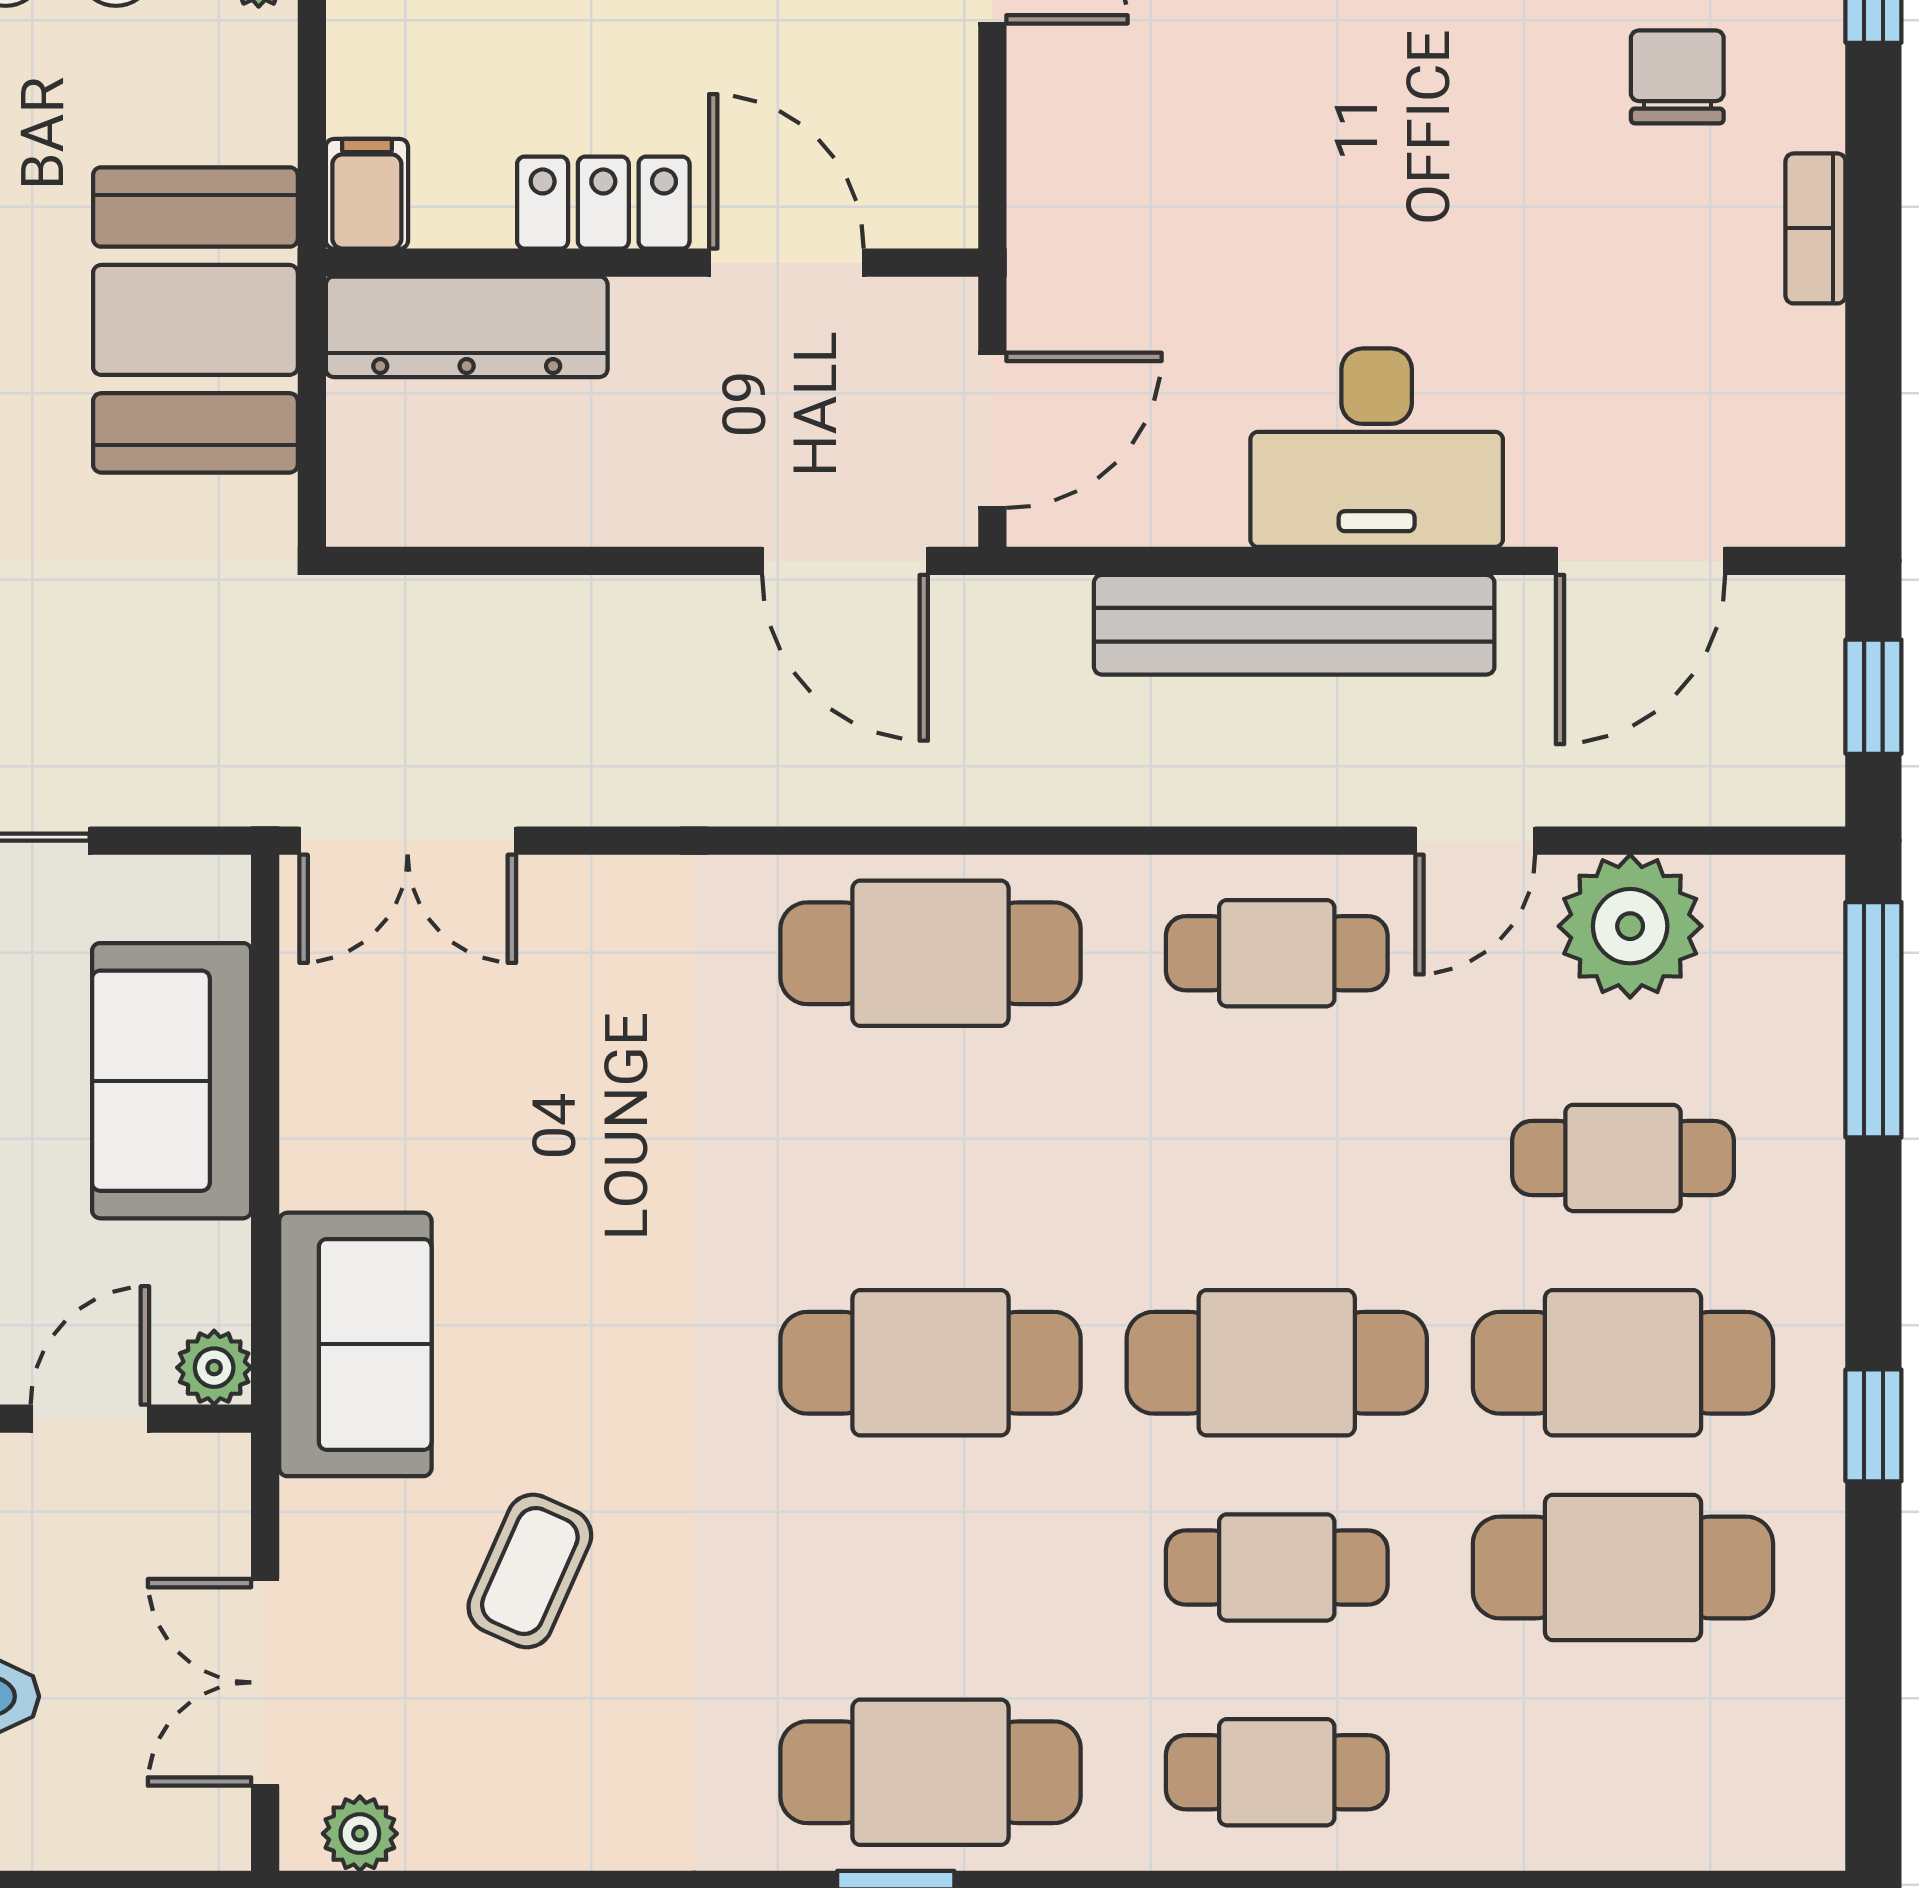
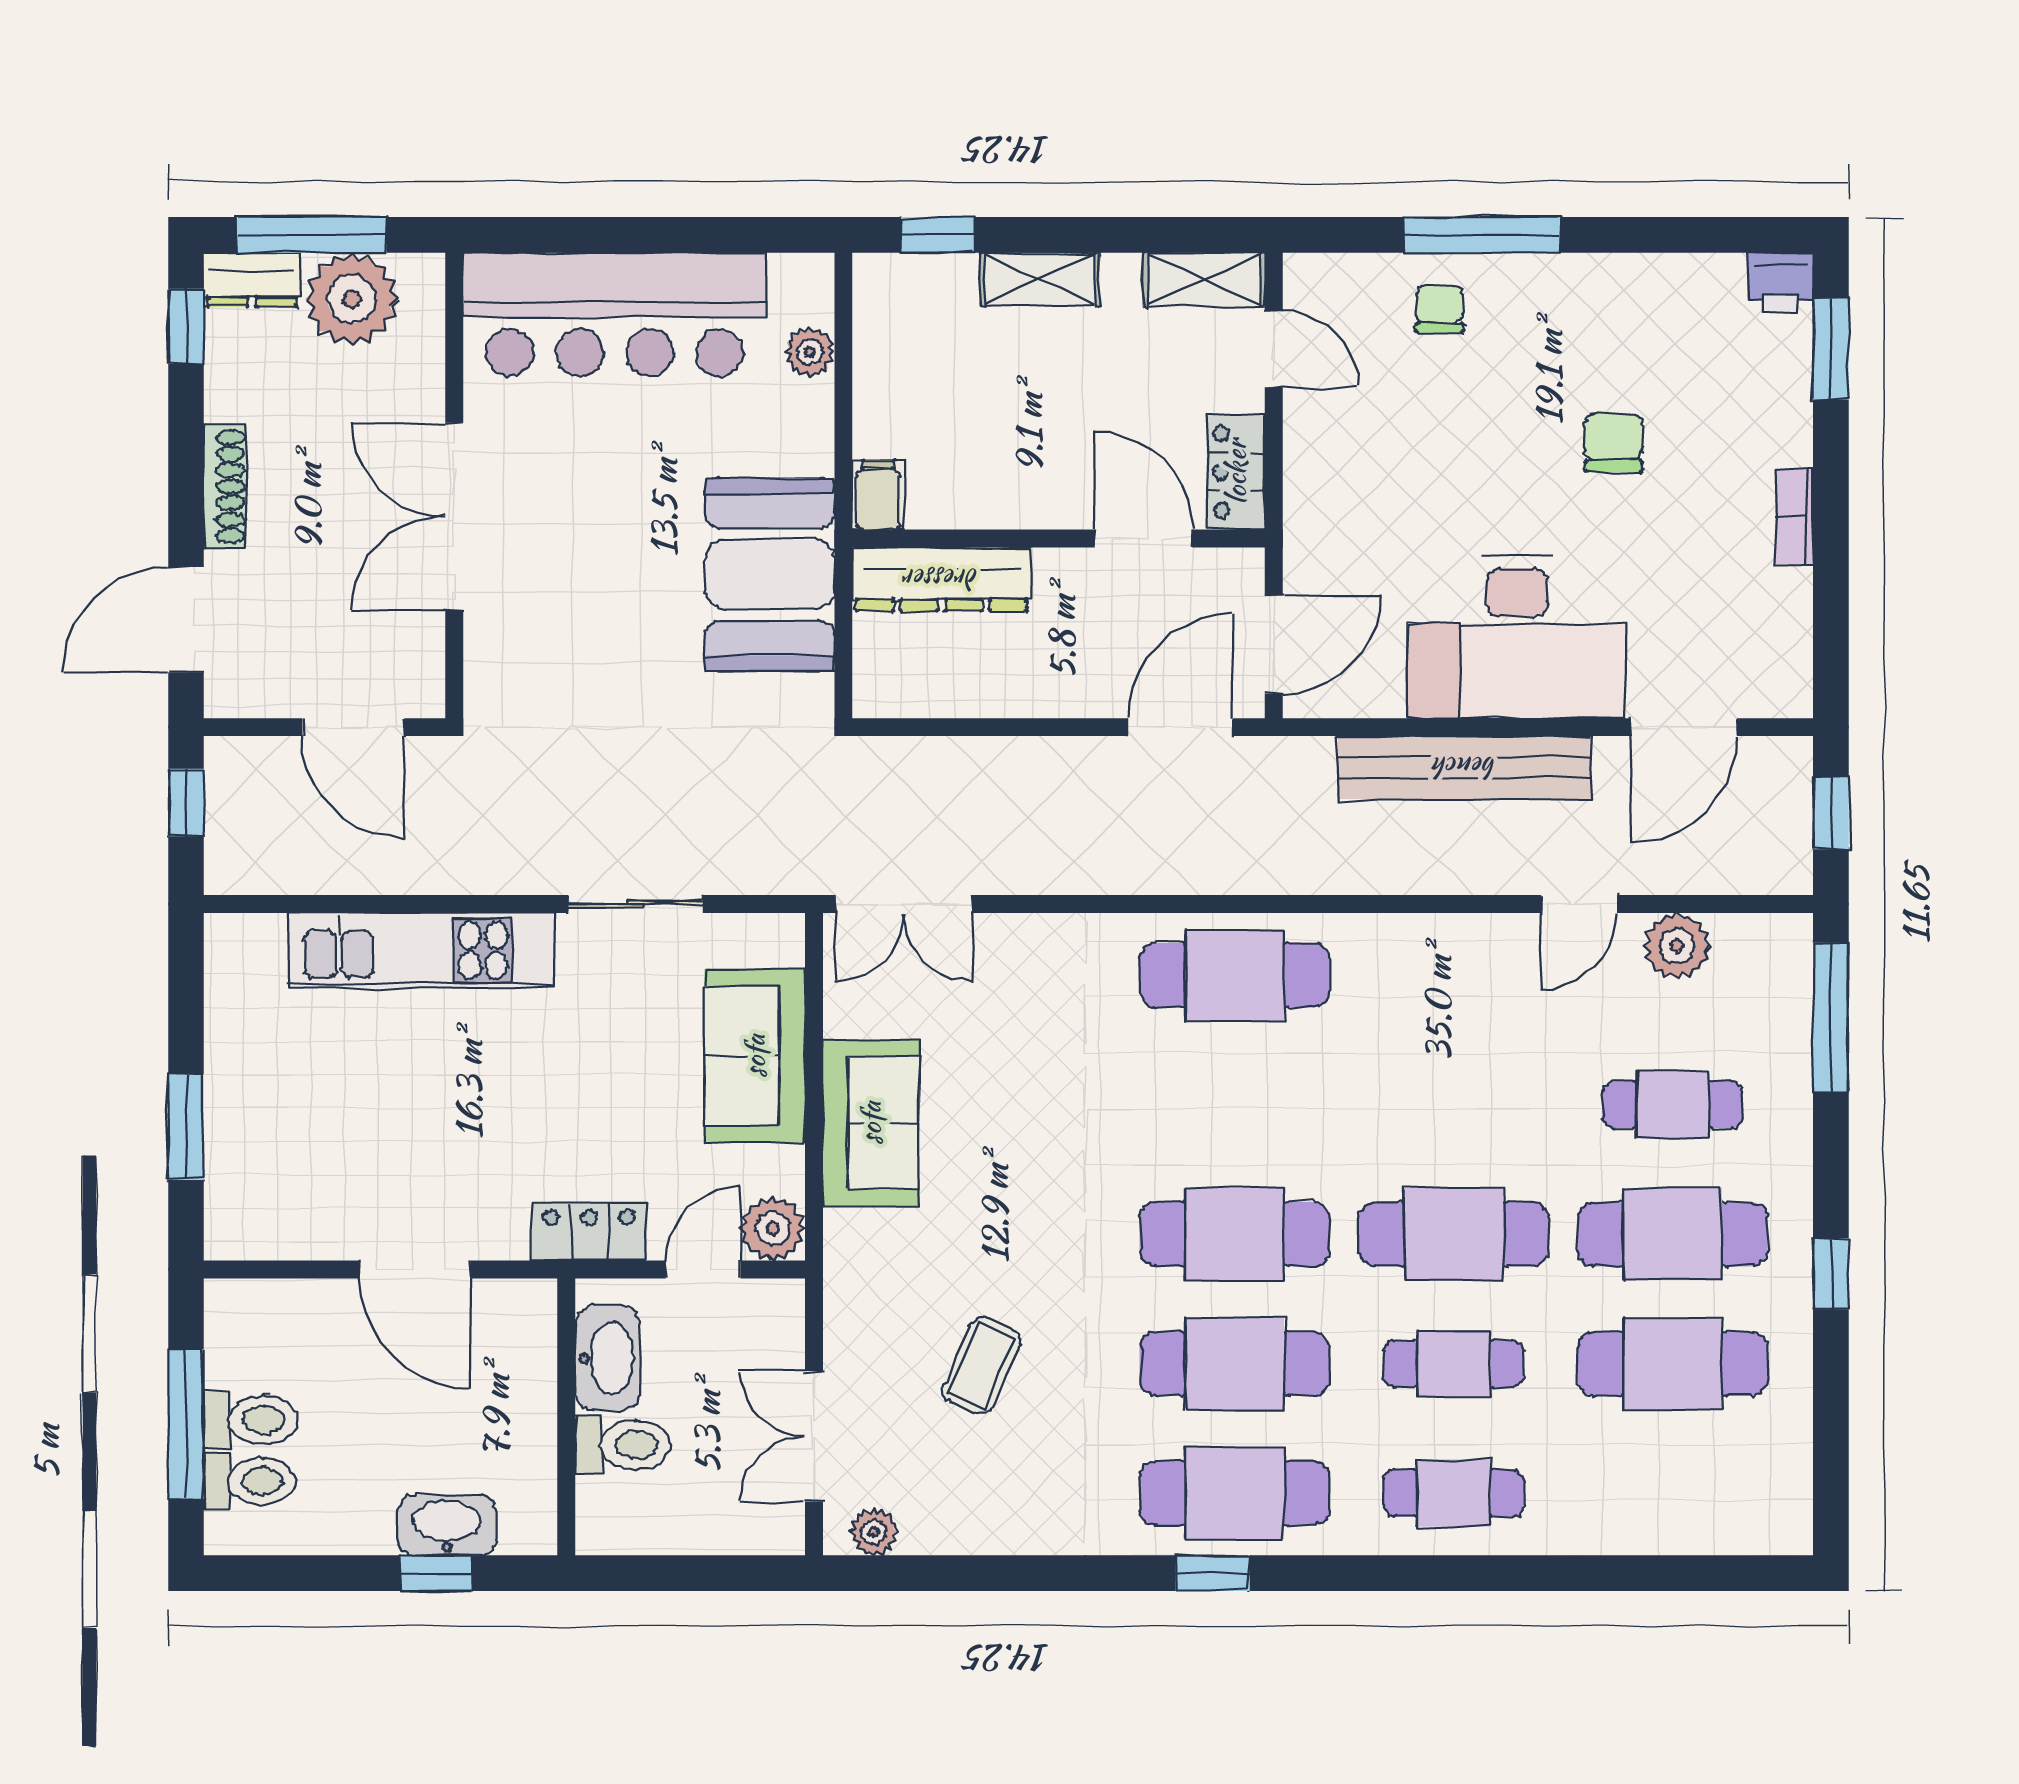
chair: (1677, 77) -> (1613, 443), moved
locker: (603, 203) -> (1236, 472), moved, turned -90
desk: (1377, 448) -> (1517, 637), width x1.36, depth x1.30
door: (845, 561) -> (1181, 727), swing flipped
plant: (1630, 926) -> (1677, 946), width x0.73, depth x0.73
cafe table: (1277, 953) -> (1235, 1364), moved, width x1.37, depth x1.35
sofa: (355, 1344) -> (871, 1123), moved
plant: (214, 1368) -> (773, 1228), width x1.38, depth x1.38

